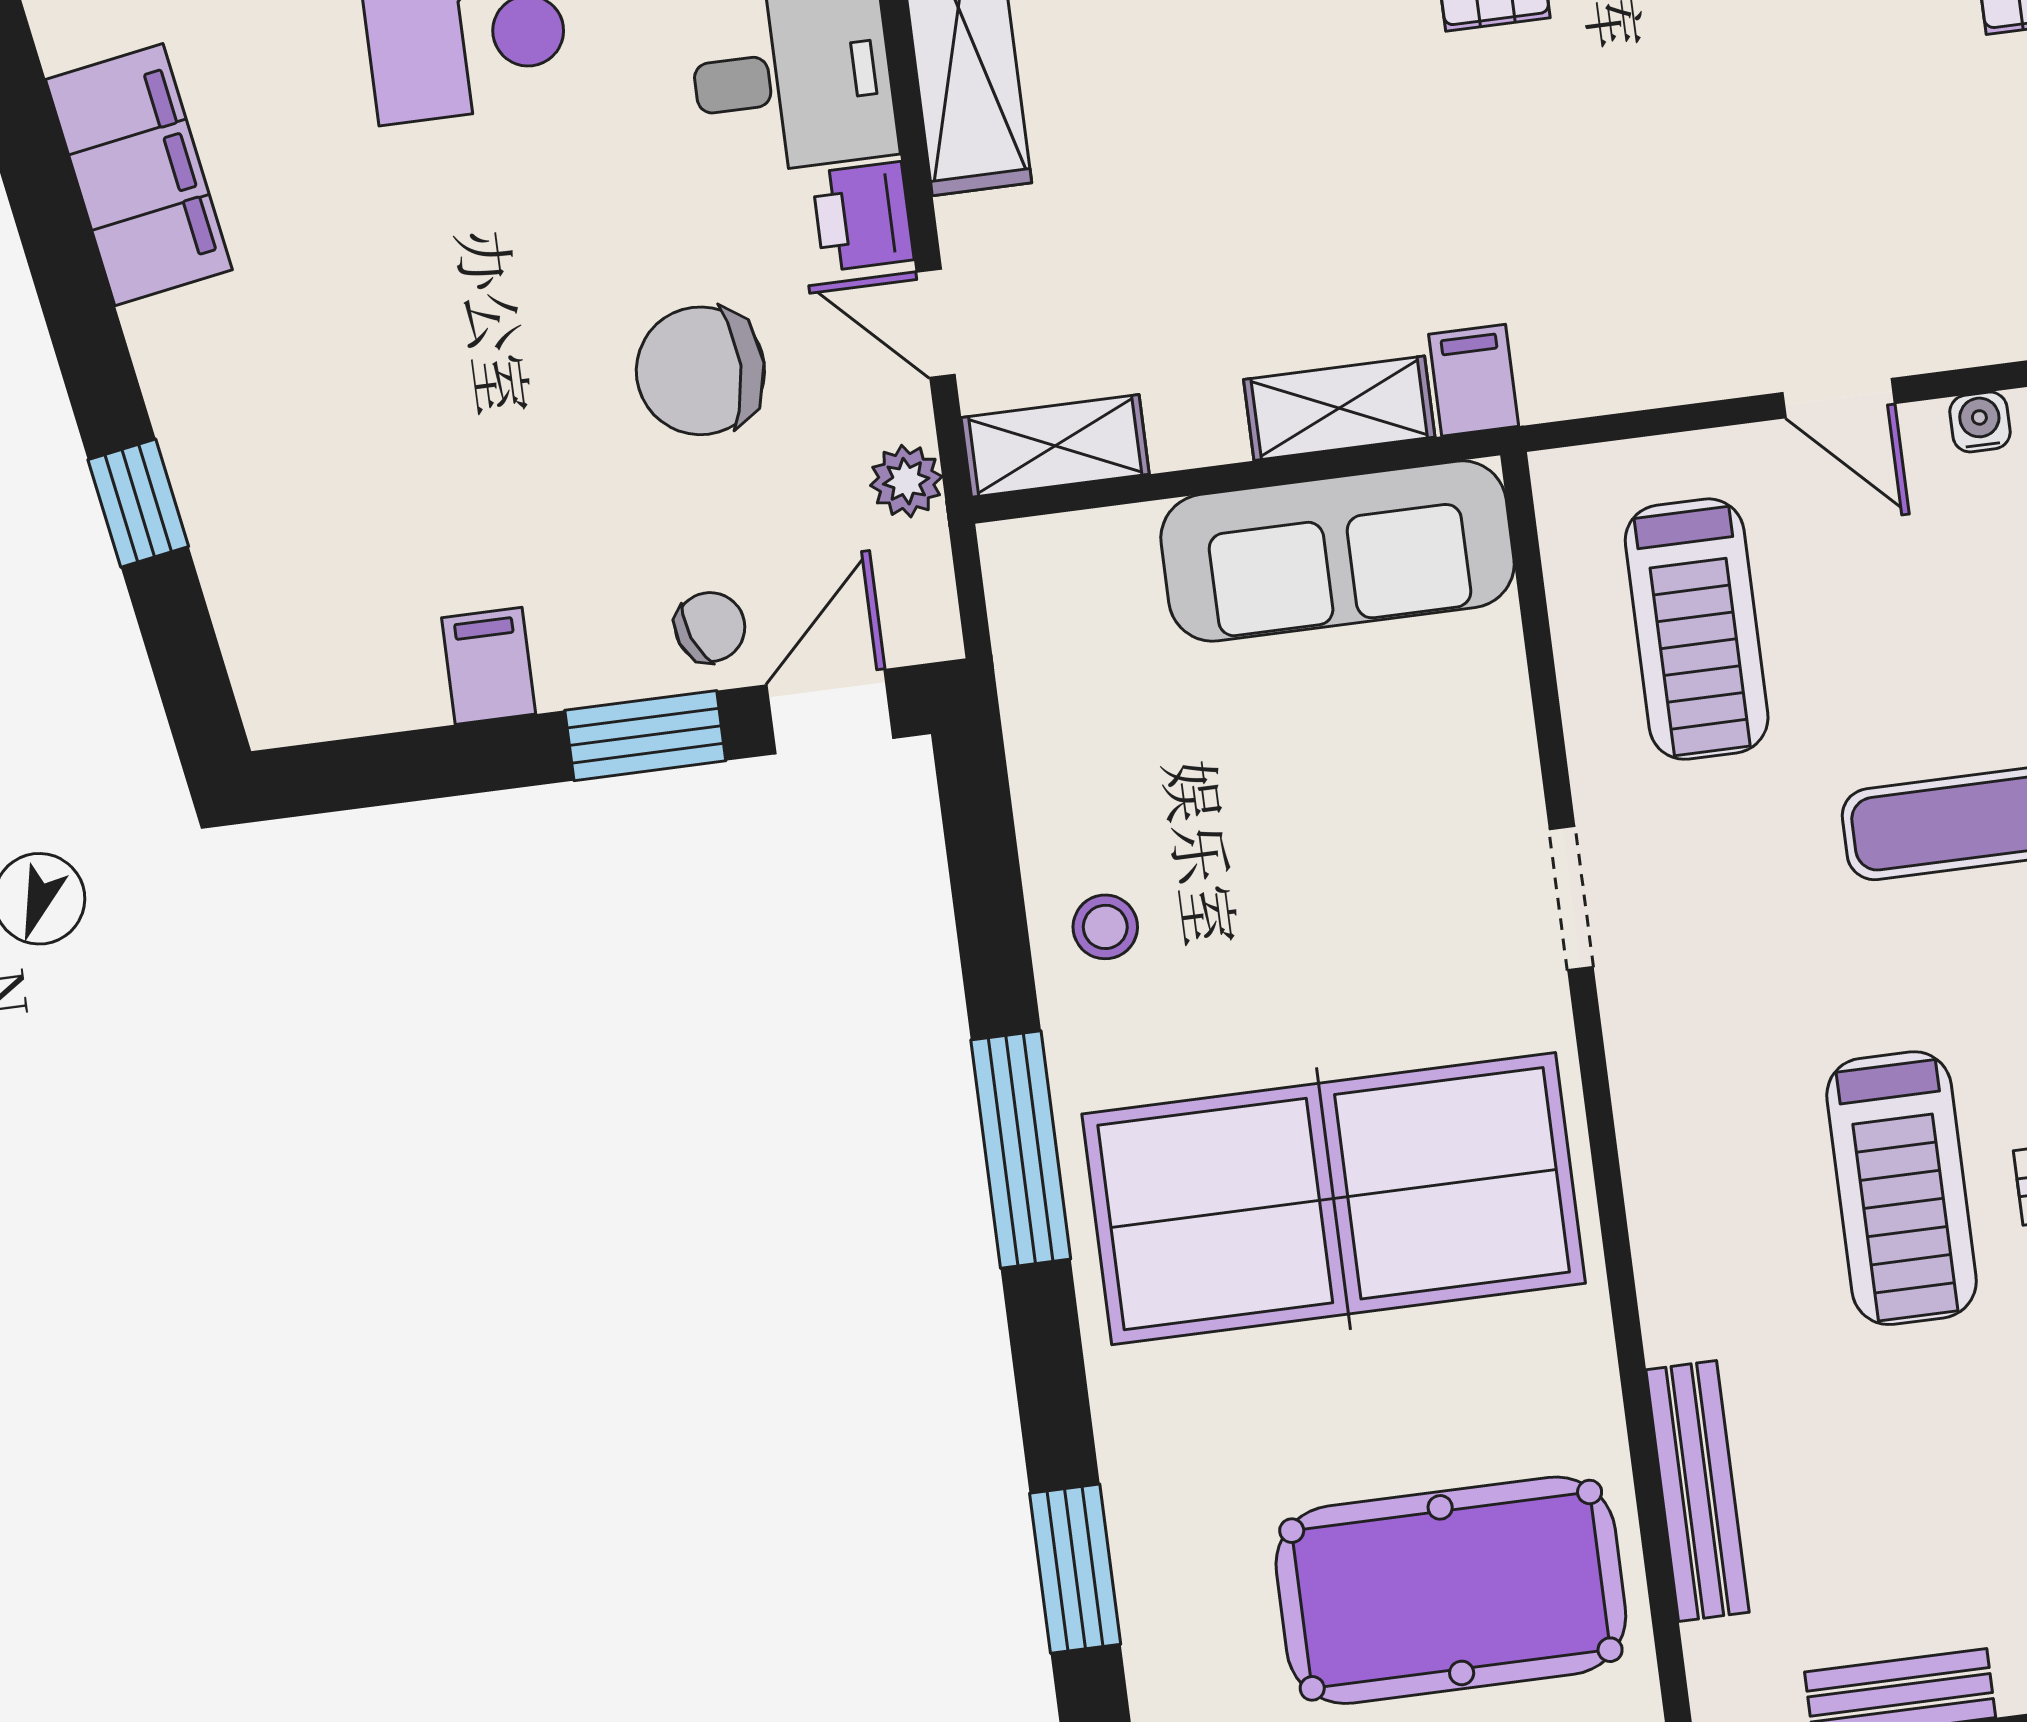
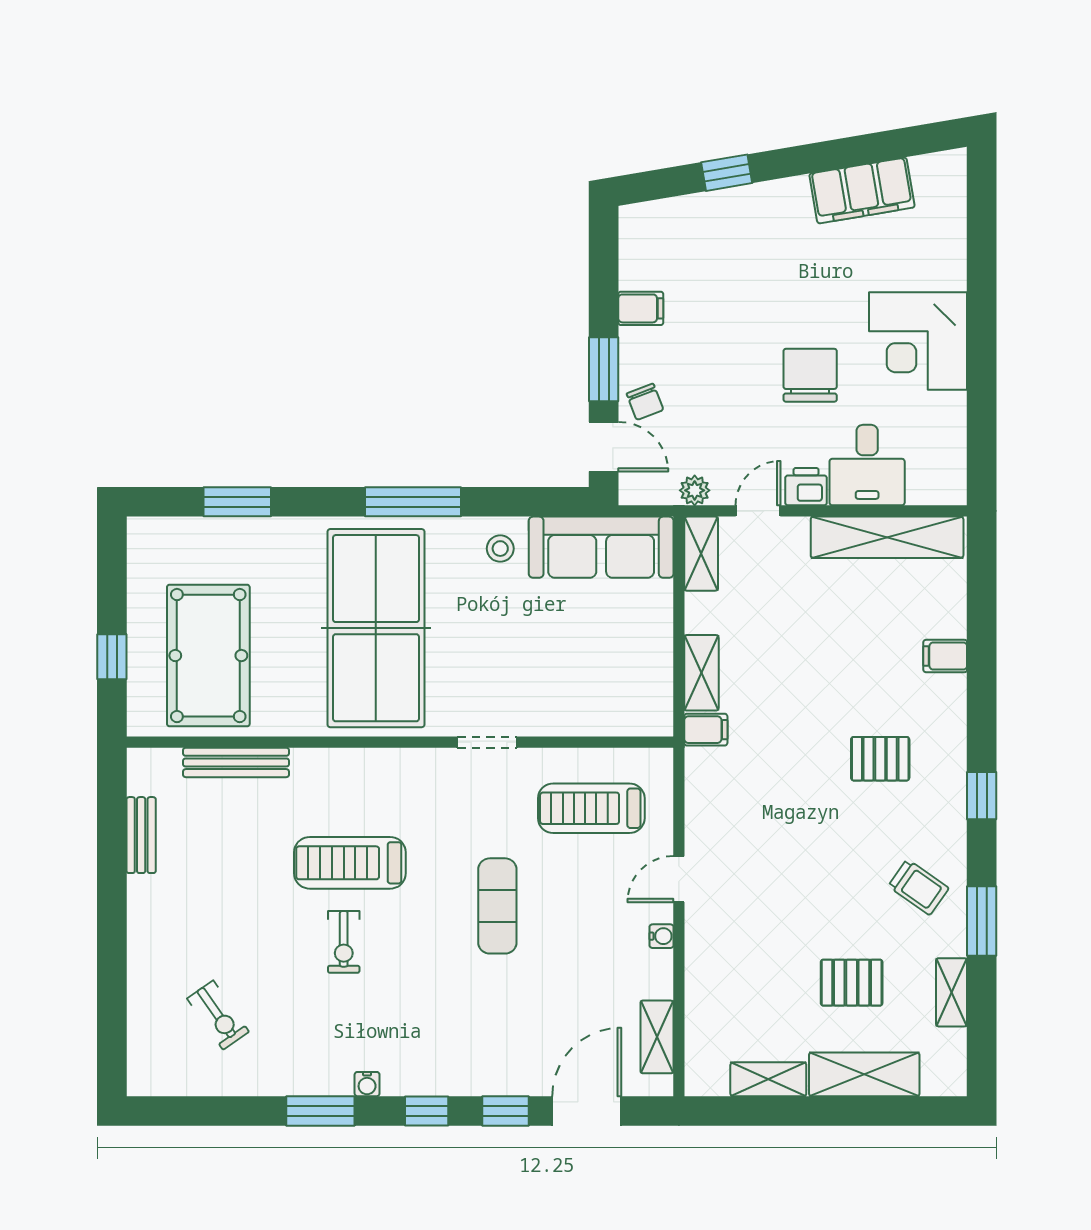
chair: (700, 371) -> (810, 375), moved
sofa: (1338, 551) -> (601, 547), moved, turned -90

